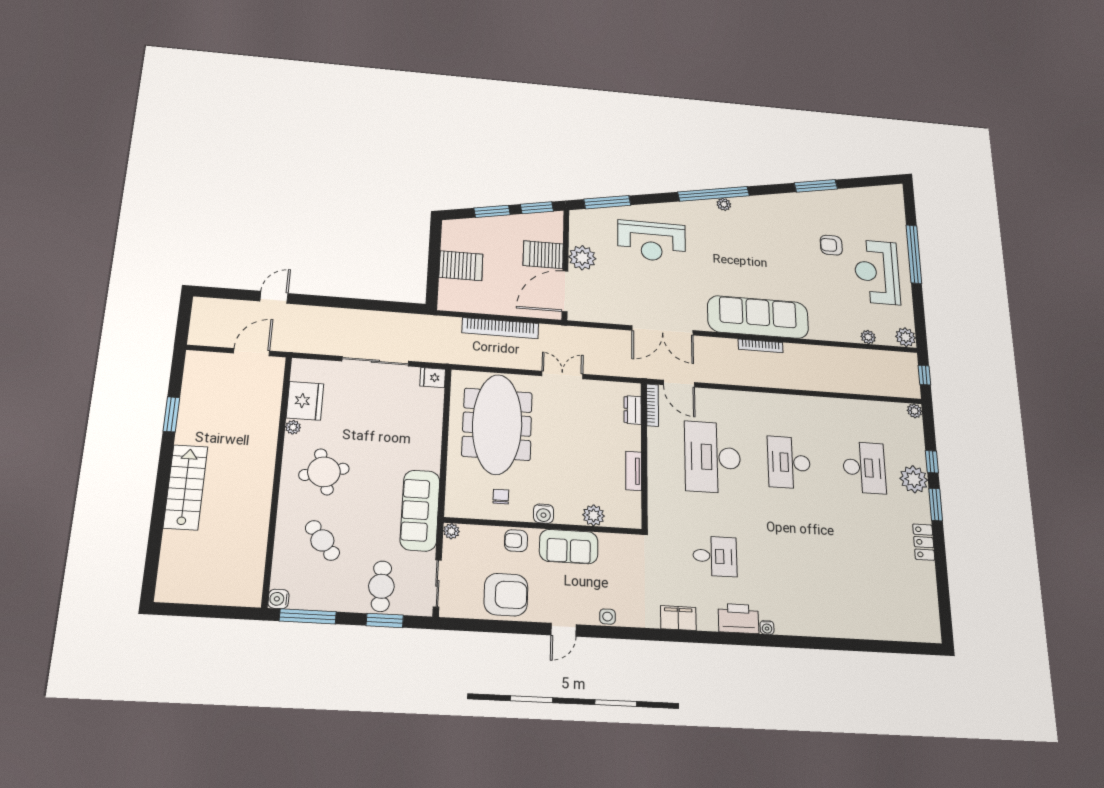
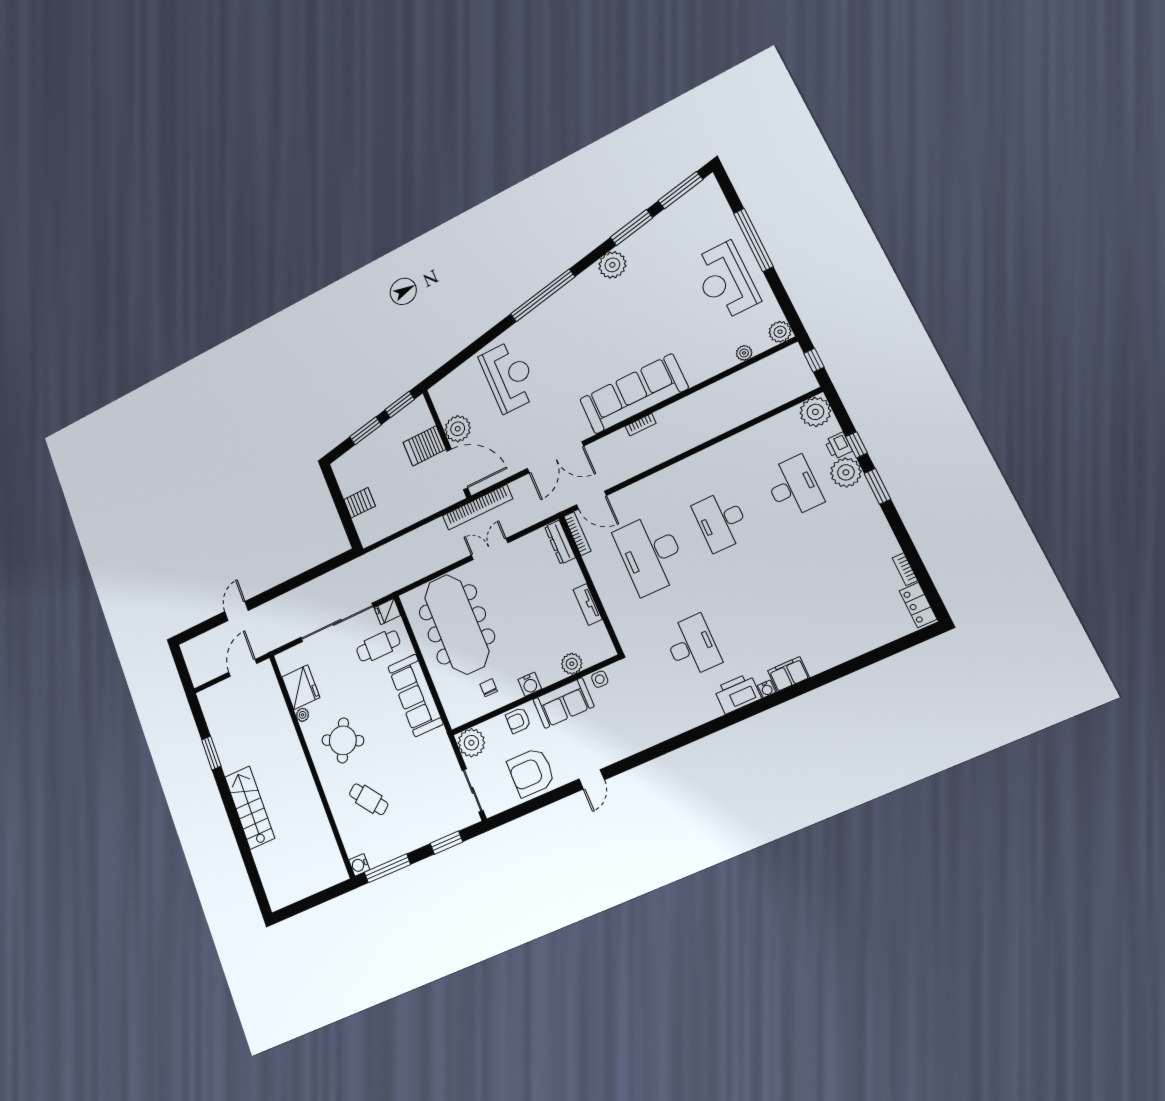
window: (607, 202) -> (680, 190), moved
plant: (724, 204) -> (612, 265), moved, width x1.88, depth x1.88
reception desk: (652, 241) -> (509, 376), turned -90
armchair: (831, 245) -> (671, 280), removed
server rack: (461, 266) -> (360, 503), width x0.73, depth x0.70
door: (565, 291) -> (457, 469), swing flipped
bookcase: (500, 328) -> (477, 507), moved
bookcase: (761, 346) -> (641, 425), width x0.64
sliding door: (375, 361) -> (337, 622), width x1.36
dresser: (633, 410) -> (560, 542), width x1.44
plant: (915, 411) -> (815, 412), width x1.88, depth x1.88
printer: (916, 454) -> (838, 446), added
round table: (324, 472) -> (343, 740), turned 38
sofa: (420, 510) -> (415, 695), moved
plant: (451, 531) -> (471, 743), width x1.88, depth x1.88
locker: (924, 542) -> (918, 605), moved
desk: (715, 556) -> (692, 646), width x1.37
bookcase: (931, 585) -> (905, 569), added
cafe table: (381, 586) -> (378, 646), moved, turned 90
armchair: (506, 595) -> (531, 772), turned 180
side table: (607, 617) -> (600, 679), moved
filing cabinet: (678, 618) -> (789, 674), moved

